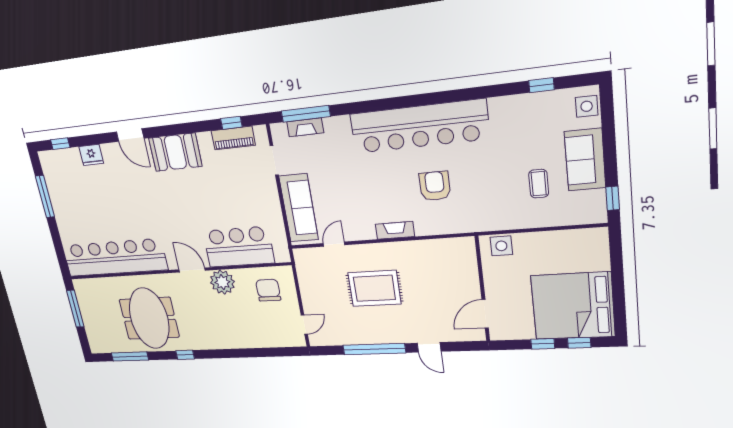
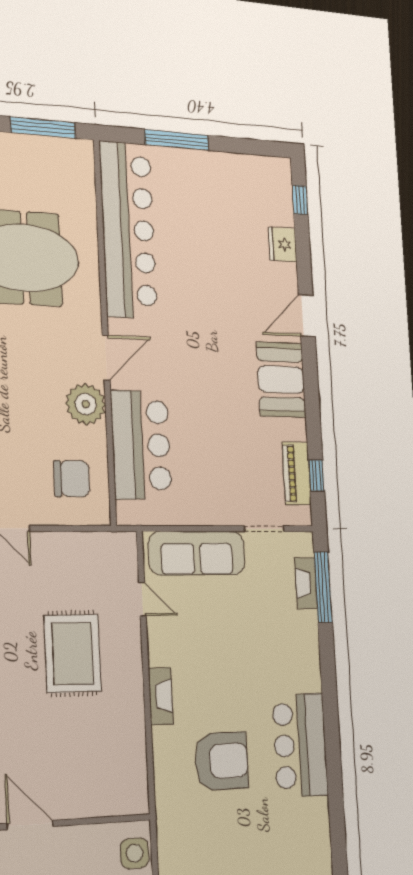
bar counter: (419, 126) -> (300, 745), width x0.54
armchair: (435, 186) -> (221, 761), width x1.36, depth x1.36
window: (45, 197) -> (177, 140), moved

